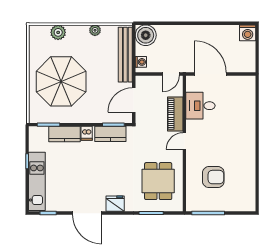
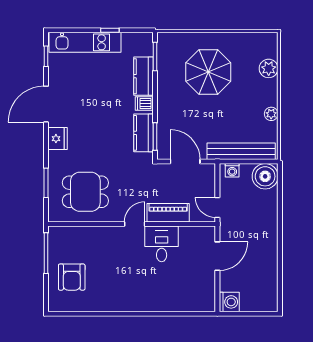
washing machine: (248, 33) -> (229, 302), moved, turned 180
door: (210, 74) -> (217, 256), width x0.73
parasol: (61, 81) -> (208, 72), width x0.73, depth x0.73
desk: (200, 106) -> (162, 244), moved
door: (184, 141) -> (135, 224), hinge flipped
armchair: (213, 177) -> (72, 277), moved

